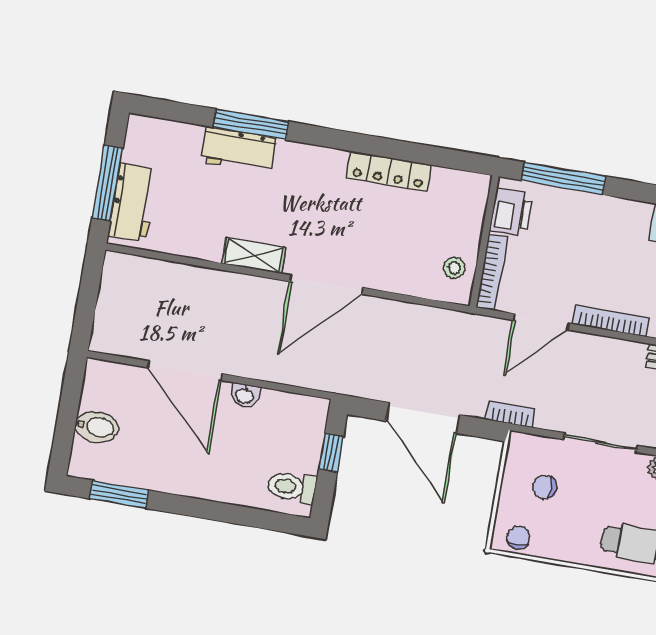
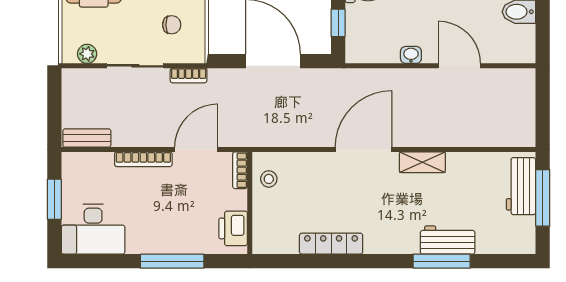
window: (563, 178) -> (172, 261), moved
bookcase: (492, 272) -> (240, 170), width x0.64
door: (185, 371) -> (459, 66), width x0.73
bookcase: (510, 414) -> (189, 75), moved

